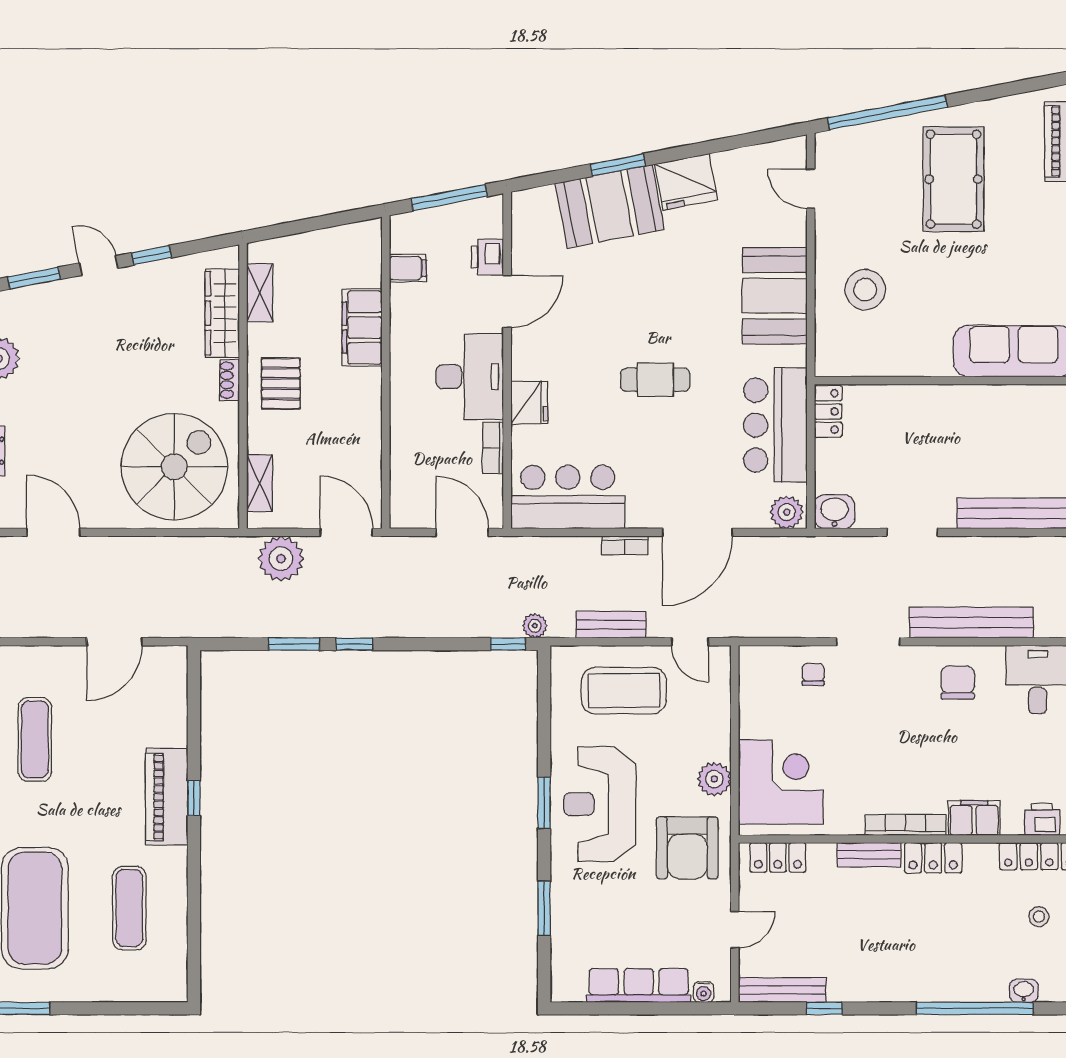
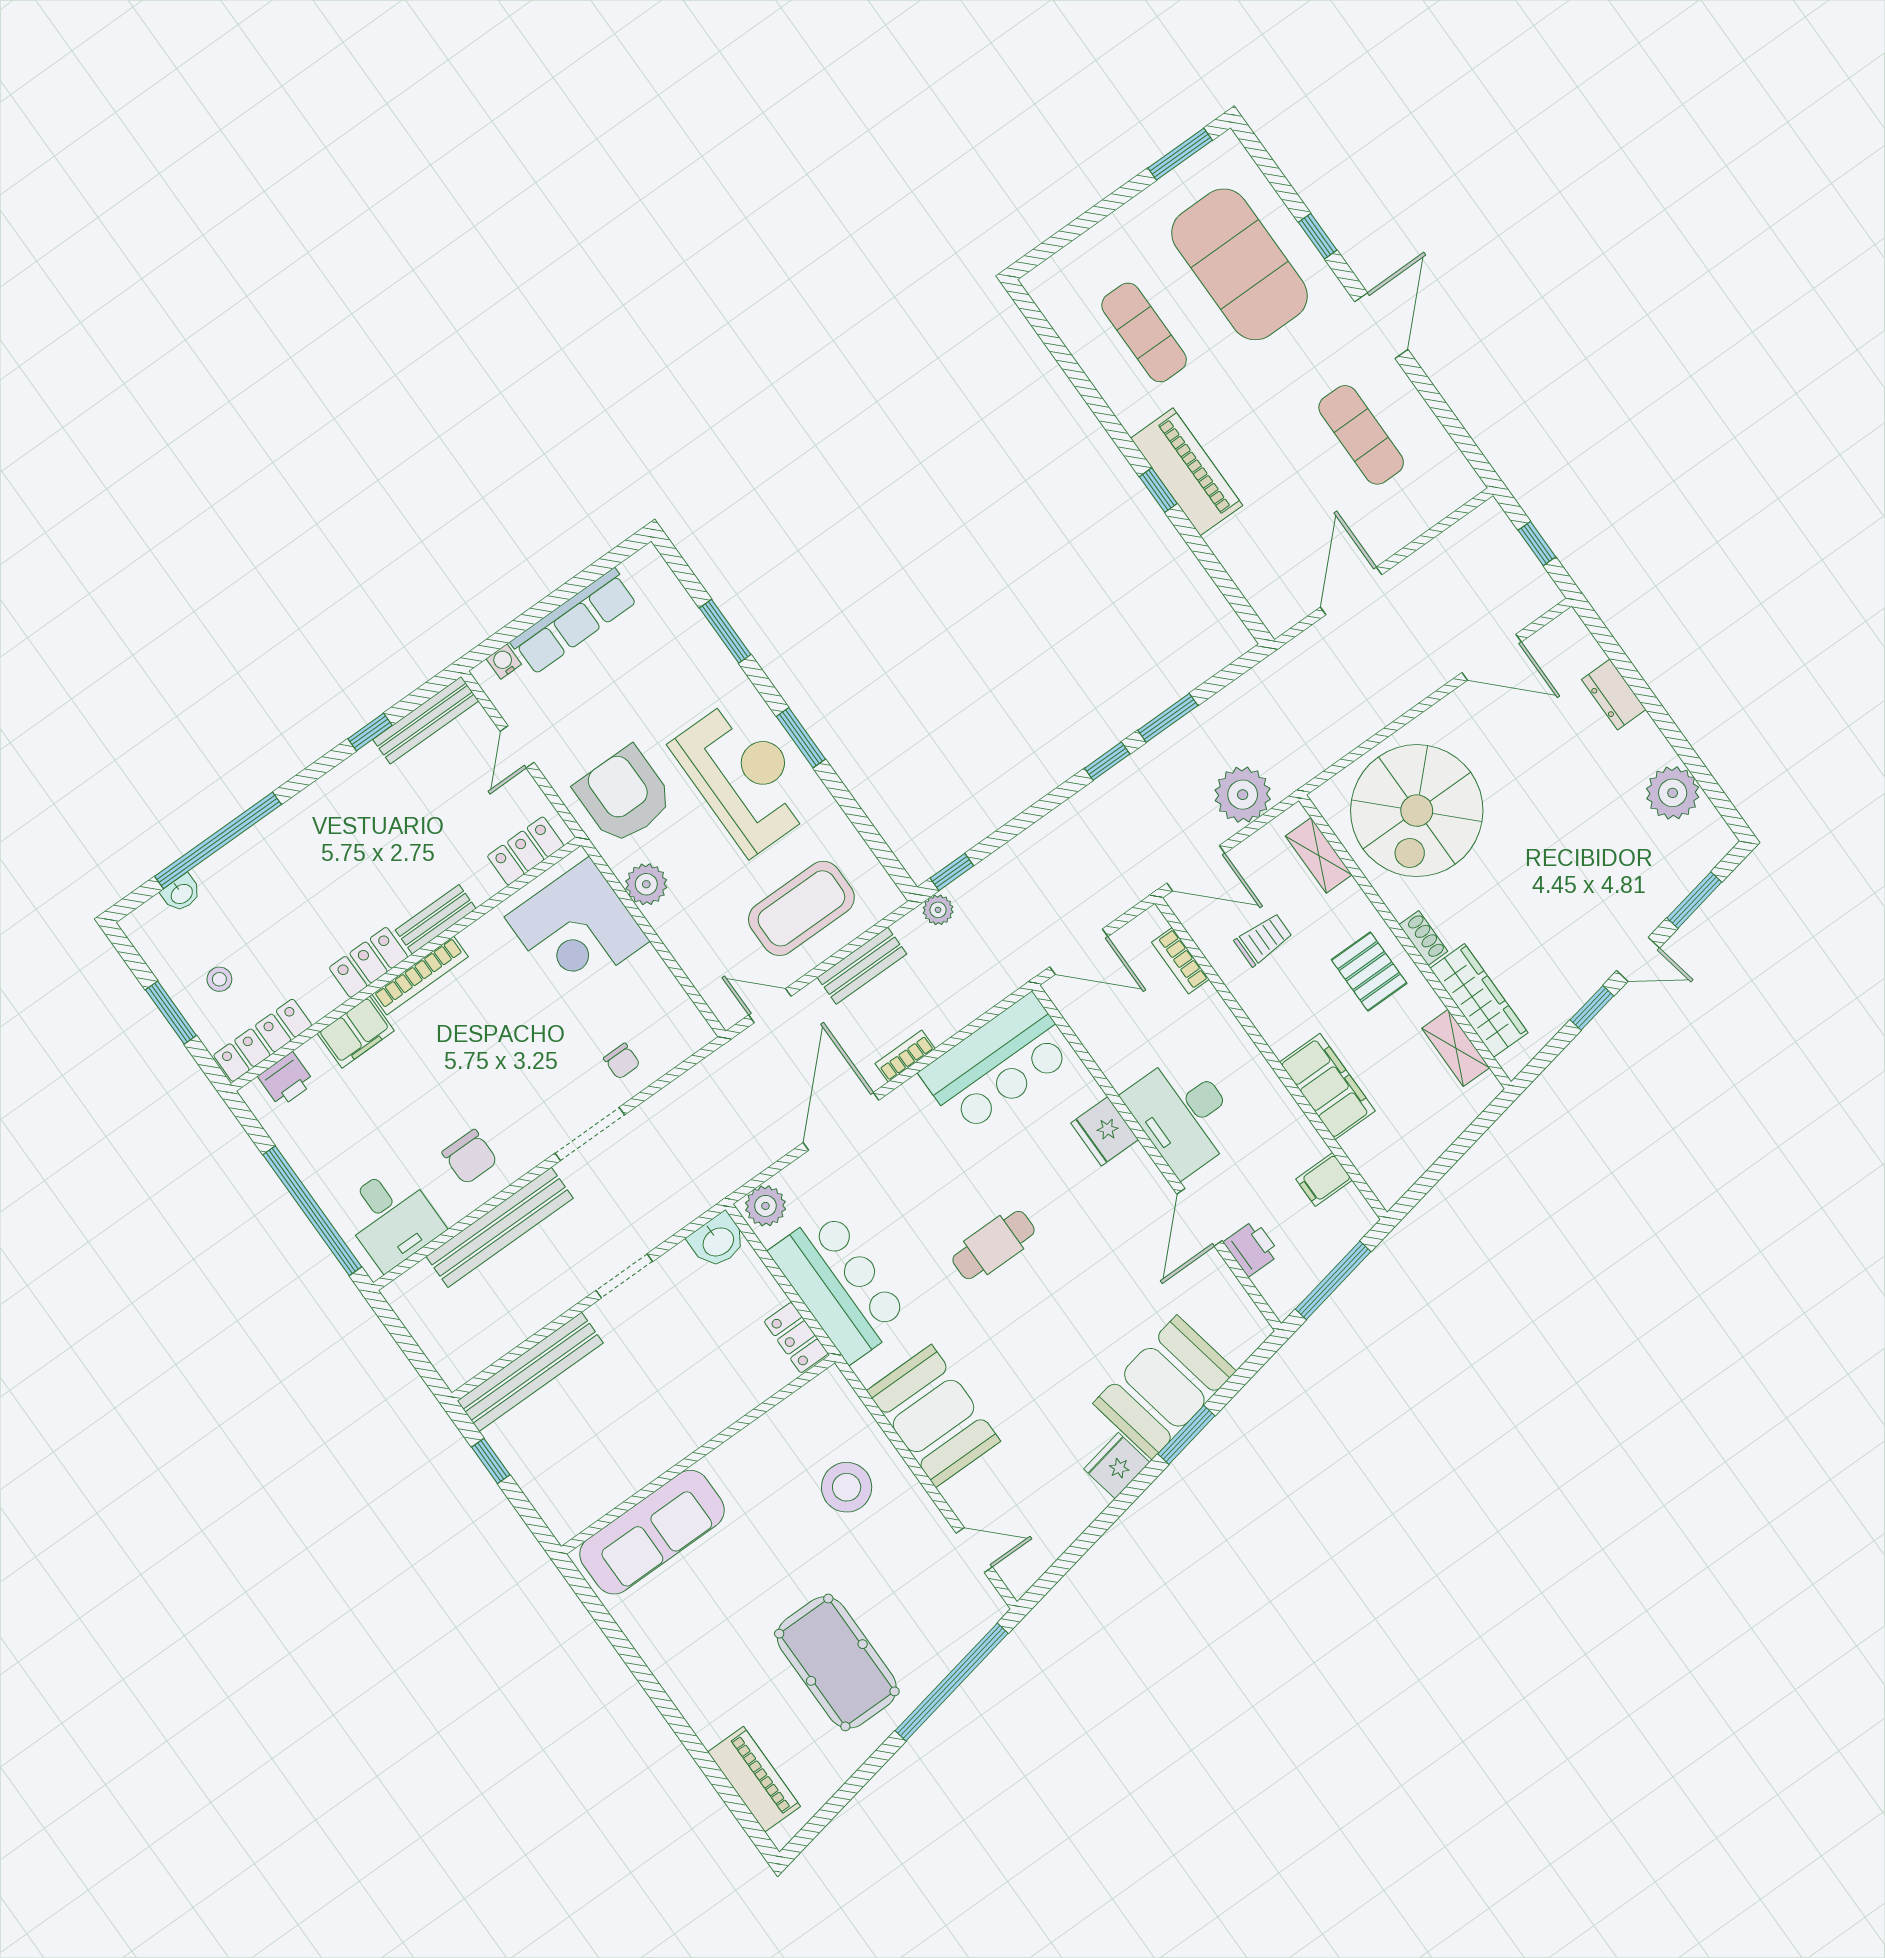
fridge: (686, 182) -> (1117, 1466), width x0.73, depth x0.75
bookcase: (493, 448) -> (1180, 961), moved, turned 180
trolley: (335, 454) -> (1263, 939), added

